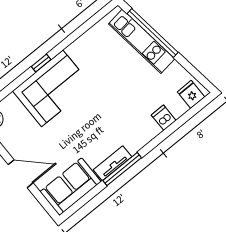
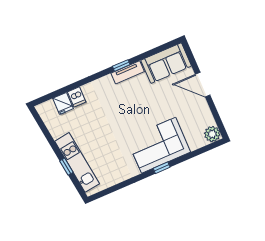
window: (153, 33) -> (66, 167), width x0.32
fridge: (191, 94) -> (63, 103), moved
window: (122, 169) -> (121, 65), width x0.46

